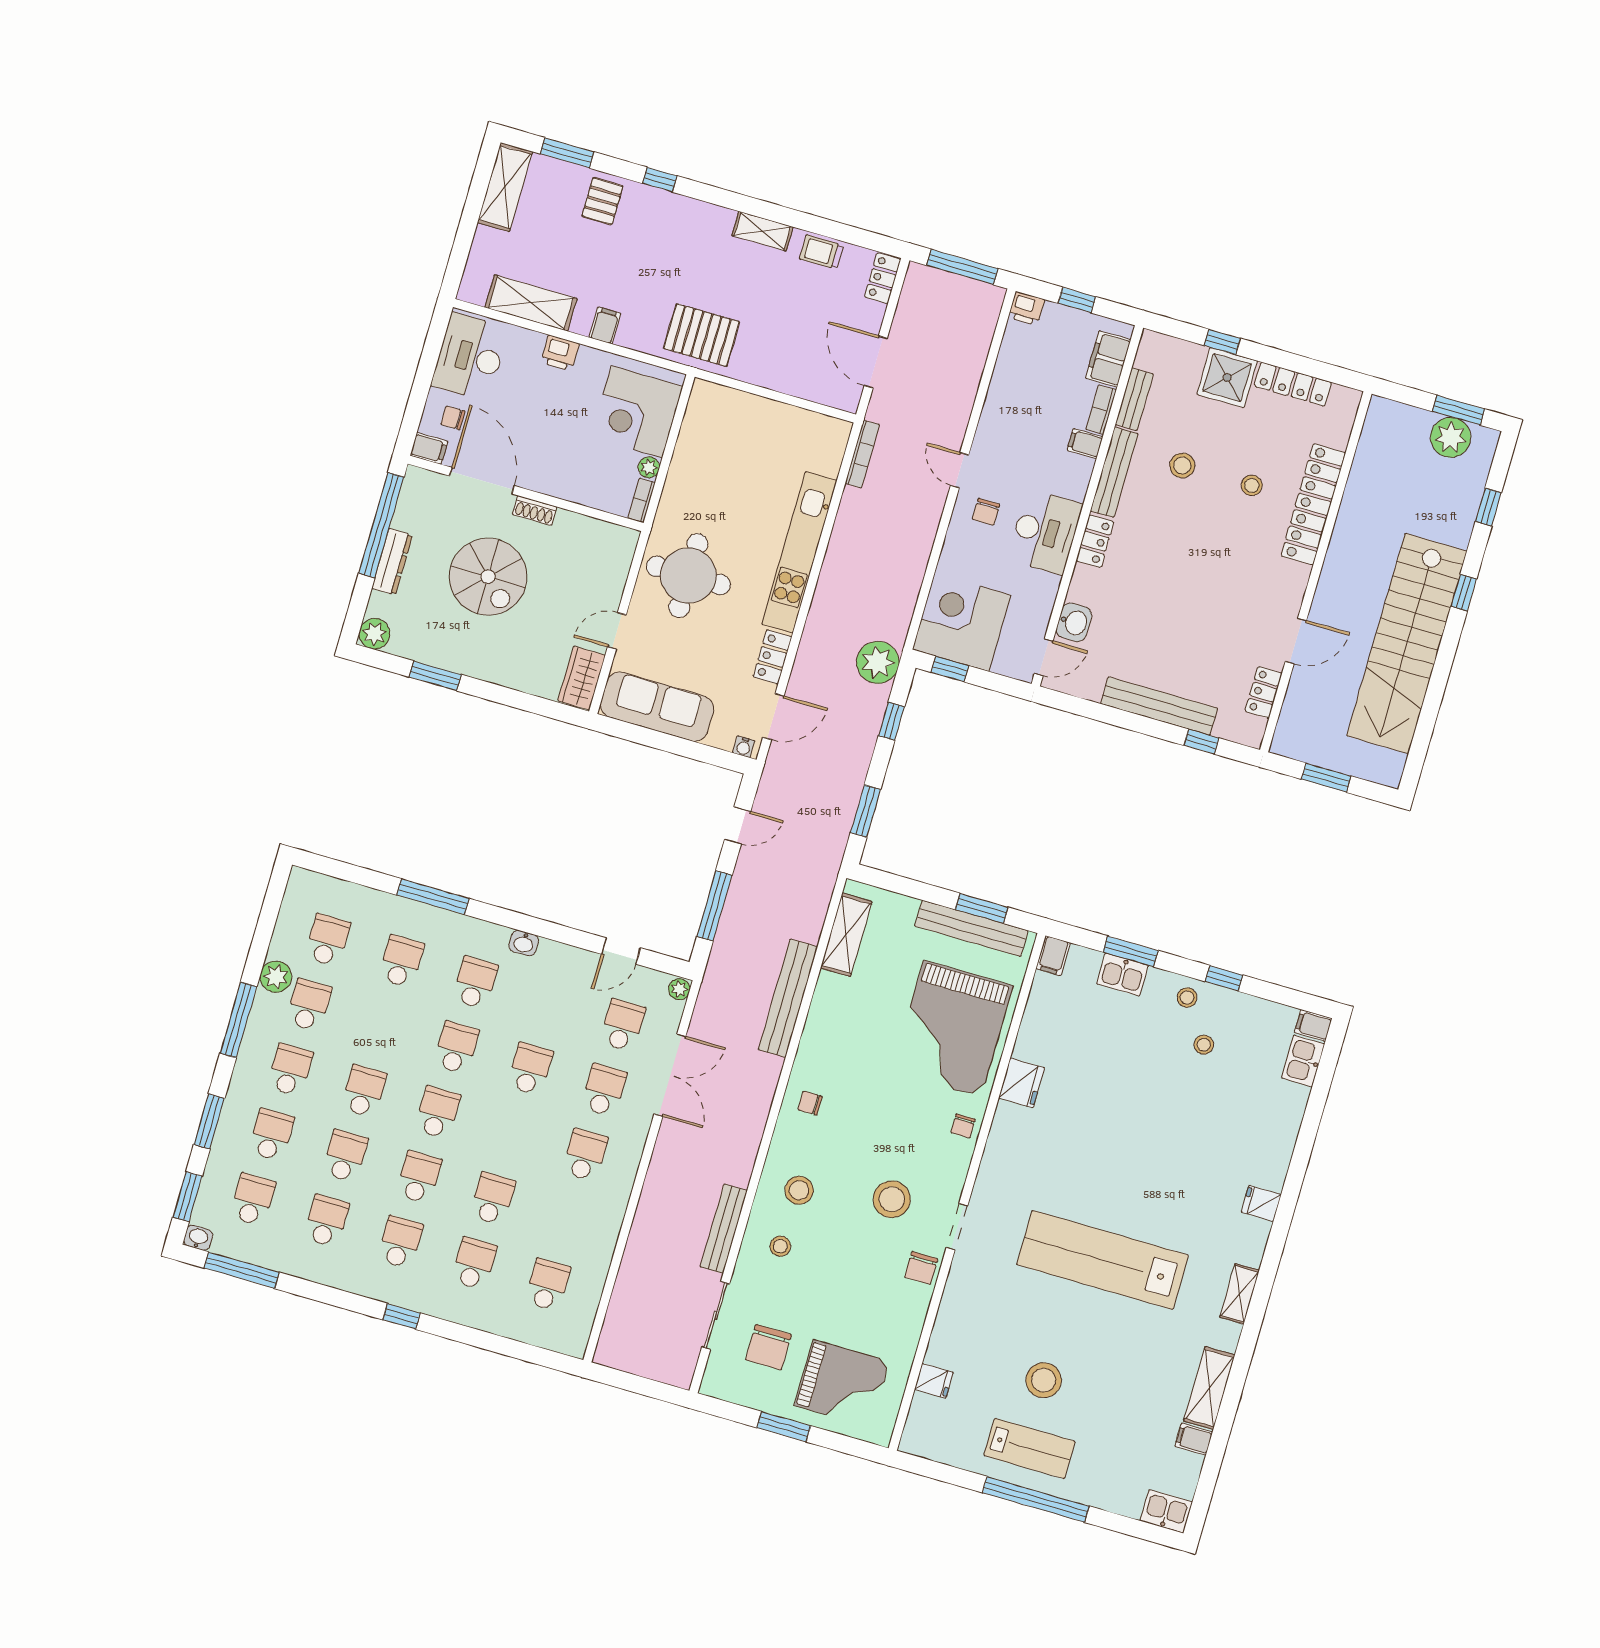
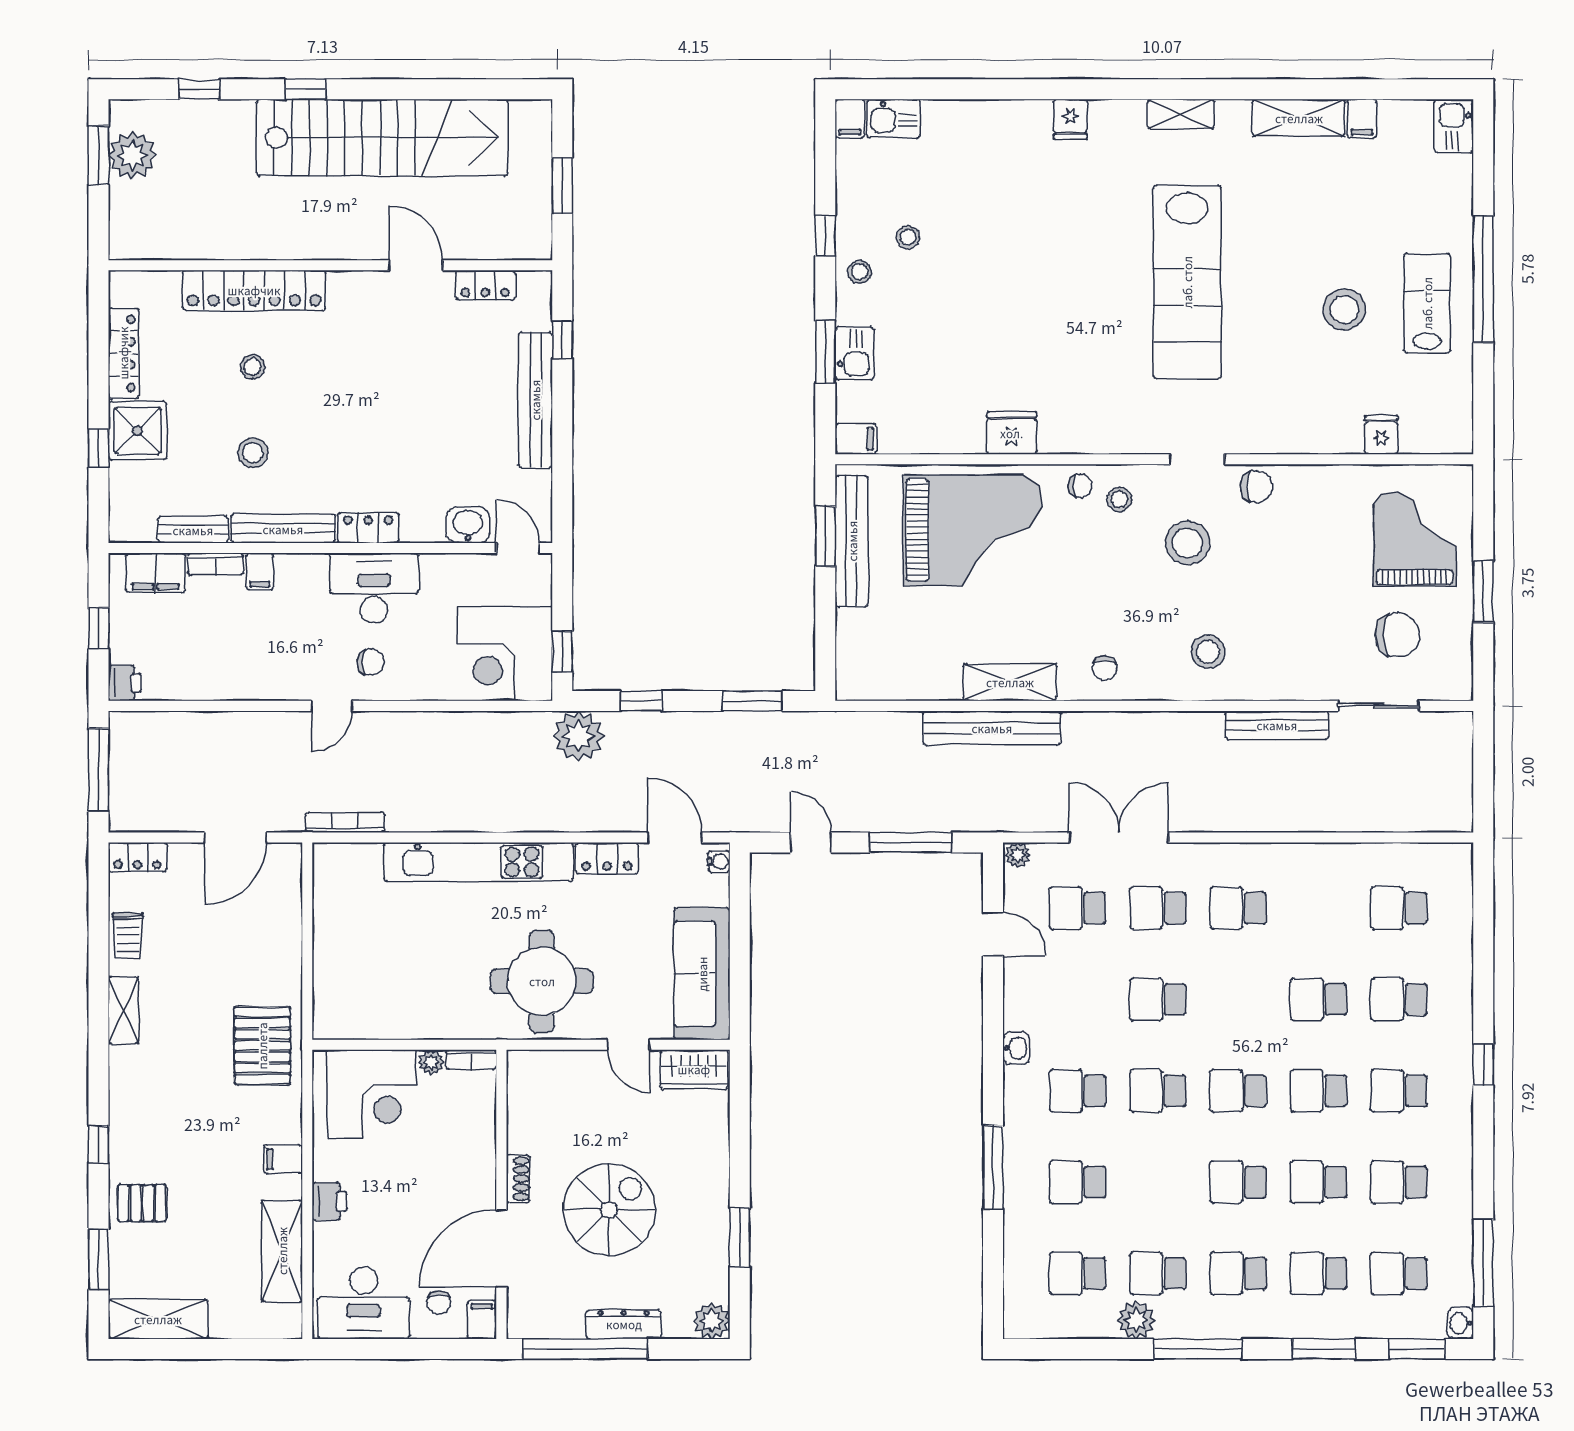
shelving: (846, 935) -> (1010, 682), moved
stool: (780, 1246) -> (1120, 499), moved

